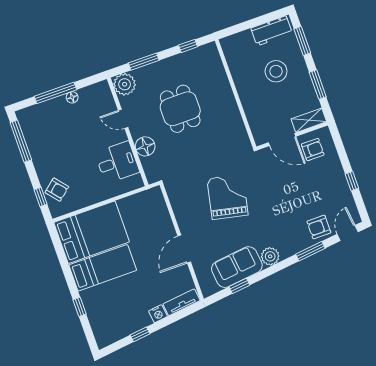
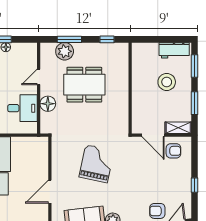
plant: (125, 84) -> (65, 51), moved
dining table: (180, 109) -> (84, 85), width x1.38
door: (123, 119) -> (39, 77), hinge flipped

